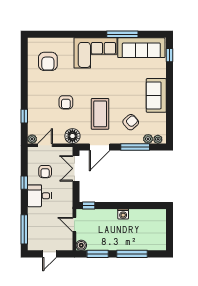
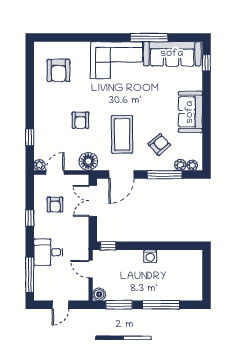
desk: (39, 196) -> (48, 252), moved

